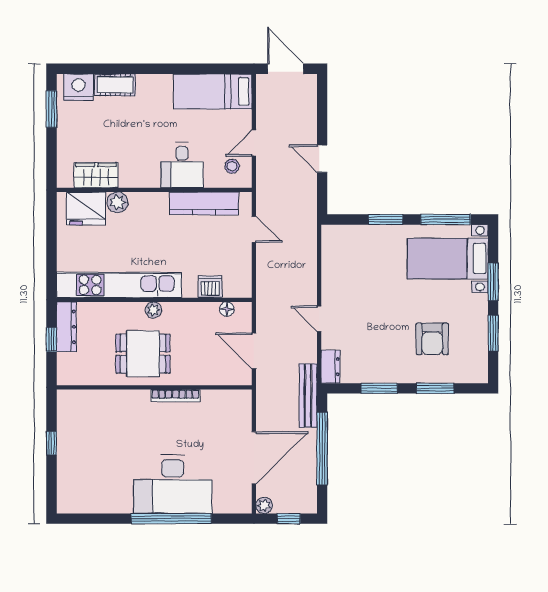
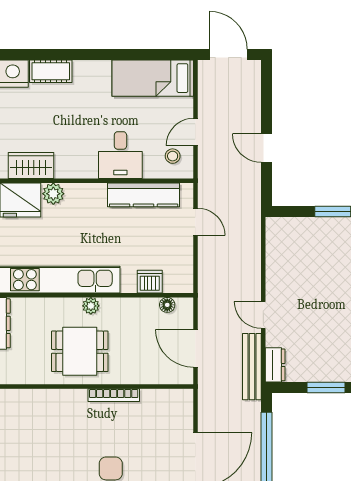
bench: (308, 395) -> (252, 367), moved

